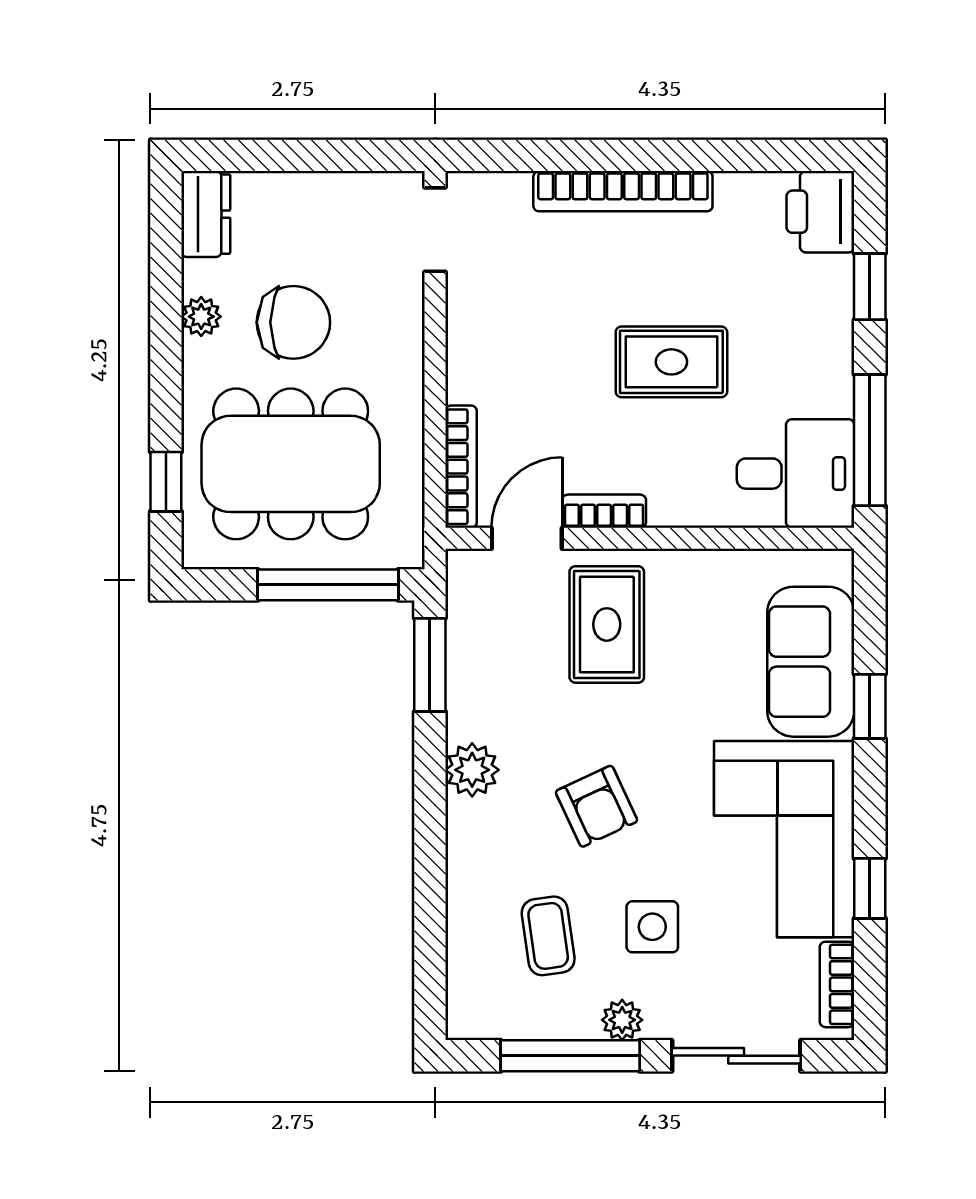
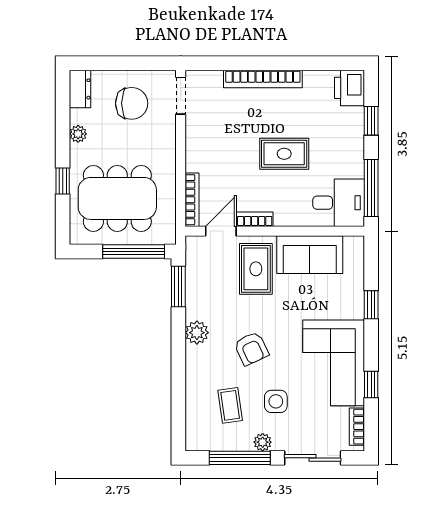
chair: (293, 322) -> (132, 103), moved
window: (166, 482) -> (63, 181), moved
sofa: (811, 662) -> (310, 255), moved, turned -90

